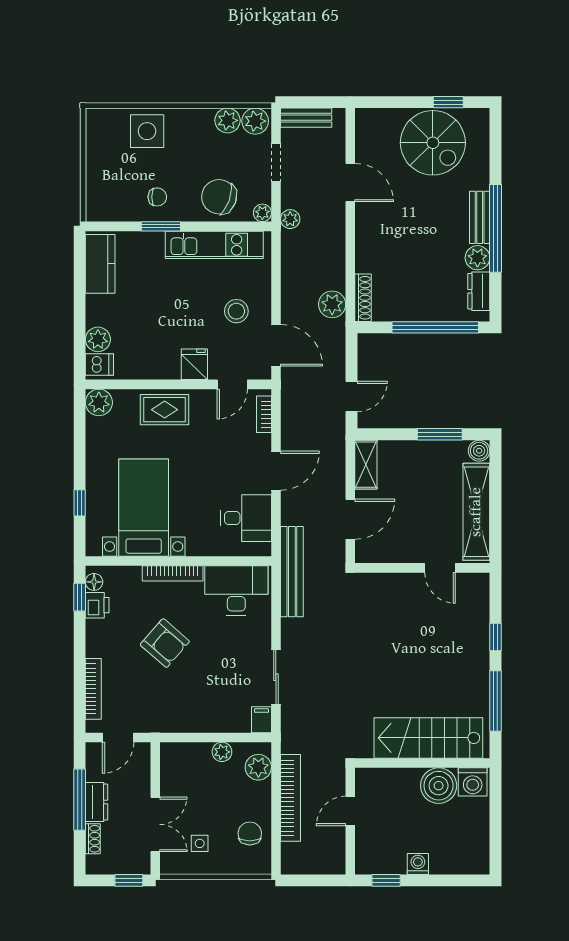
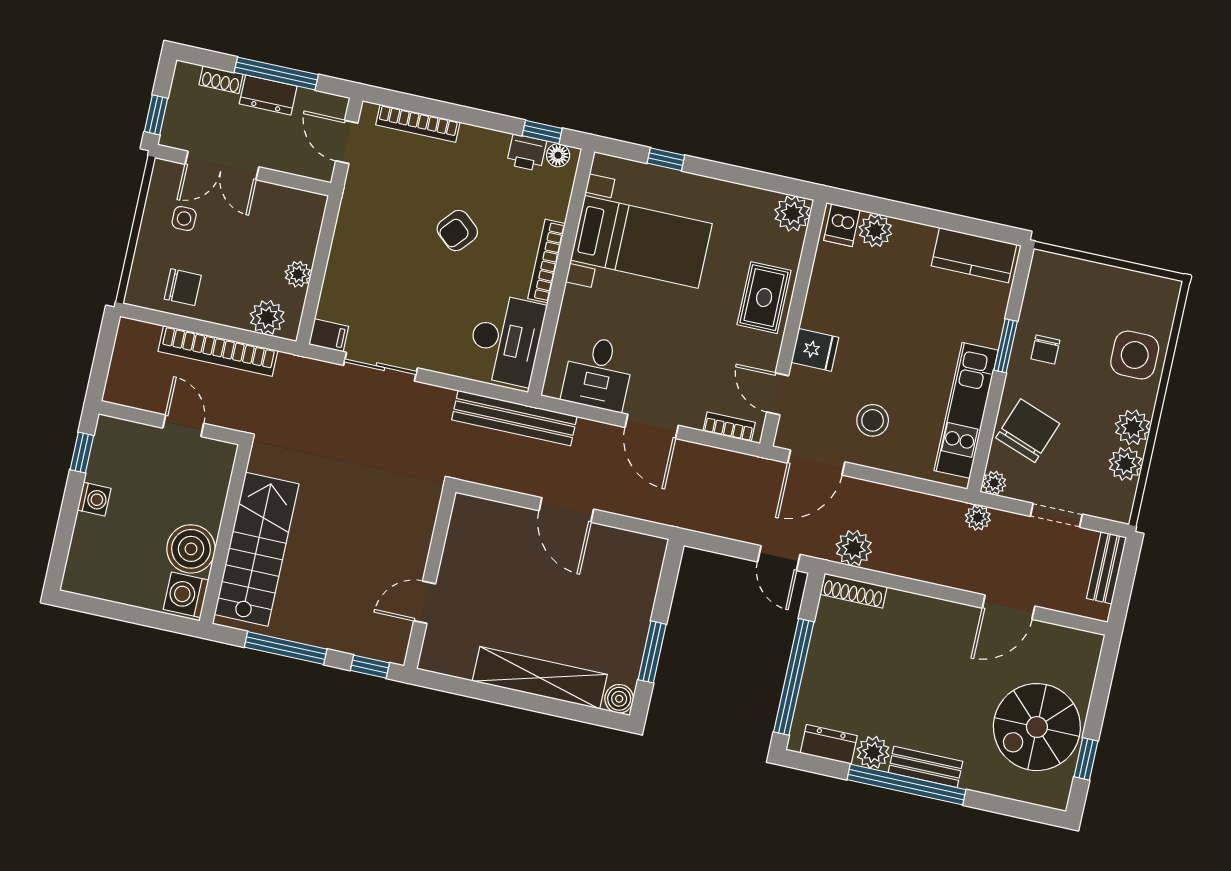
plant: (255, 121) -> (1133, 427), moved
door: (351, 396) -> (779, 558), moved
shelving: (366, 465) -> (634, 546), removed
wall: (422, 568) -> (430, 579), moved
door: (440, 568) -> (425, 602), moved
armchair: (165, 643) -> (457, 231), width x0.72, depth x0.72

